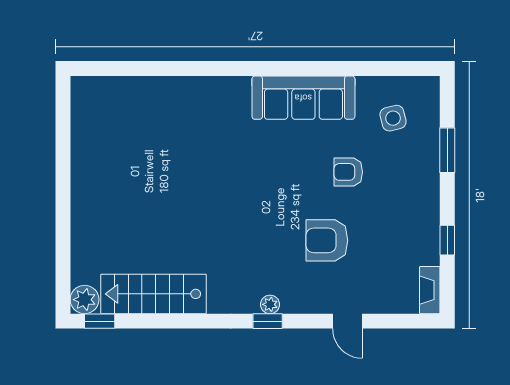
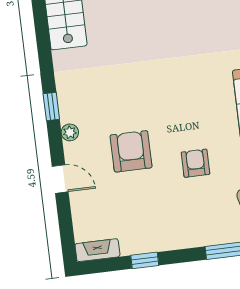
plant: (270, 304) -> (70, 132), moved
door: (347, 321) -> (60, 179), swing flipped

